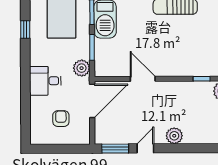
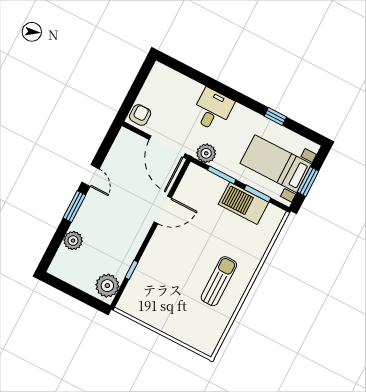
armchair: (61, 119) -> (140, 115), moved, turned -90
plant: (174, 136) -> (73, 241), moved
window: (115, 149) -> (74, 207), moved

